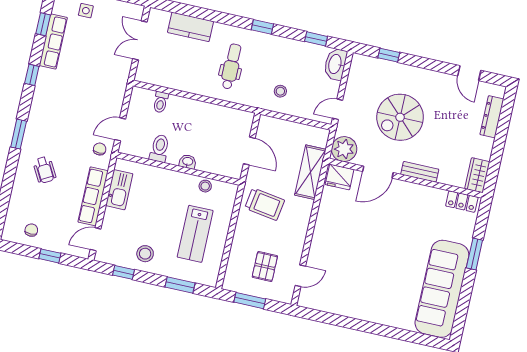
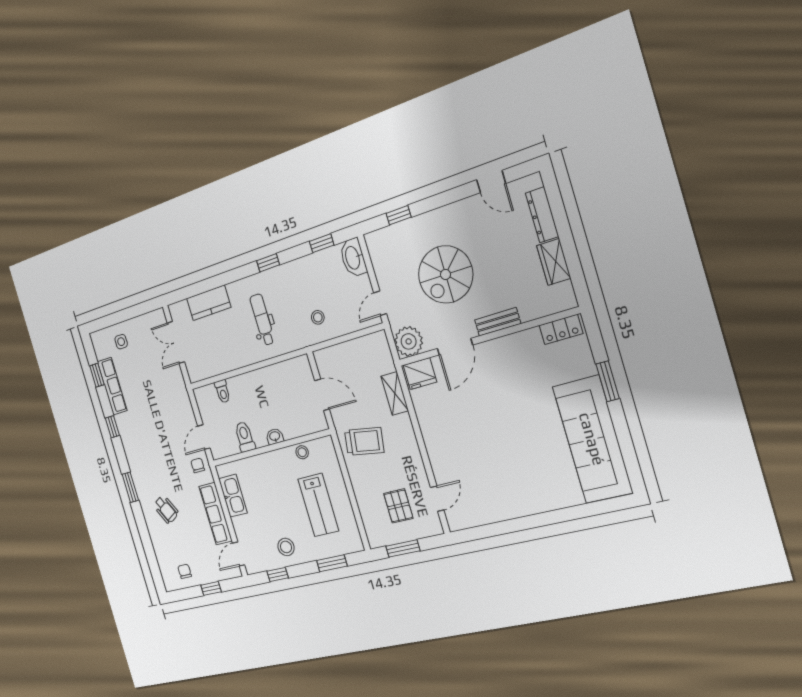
shelving: (310, 172) -> (395, 393), width x0.67, depth x0.75
wardrobe: (477, 175) -> (554, 262), moved

